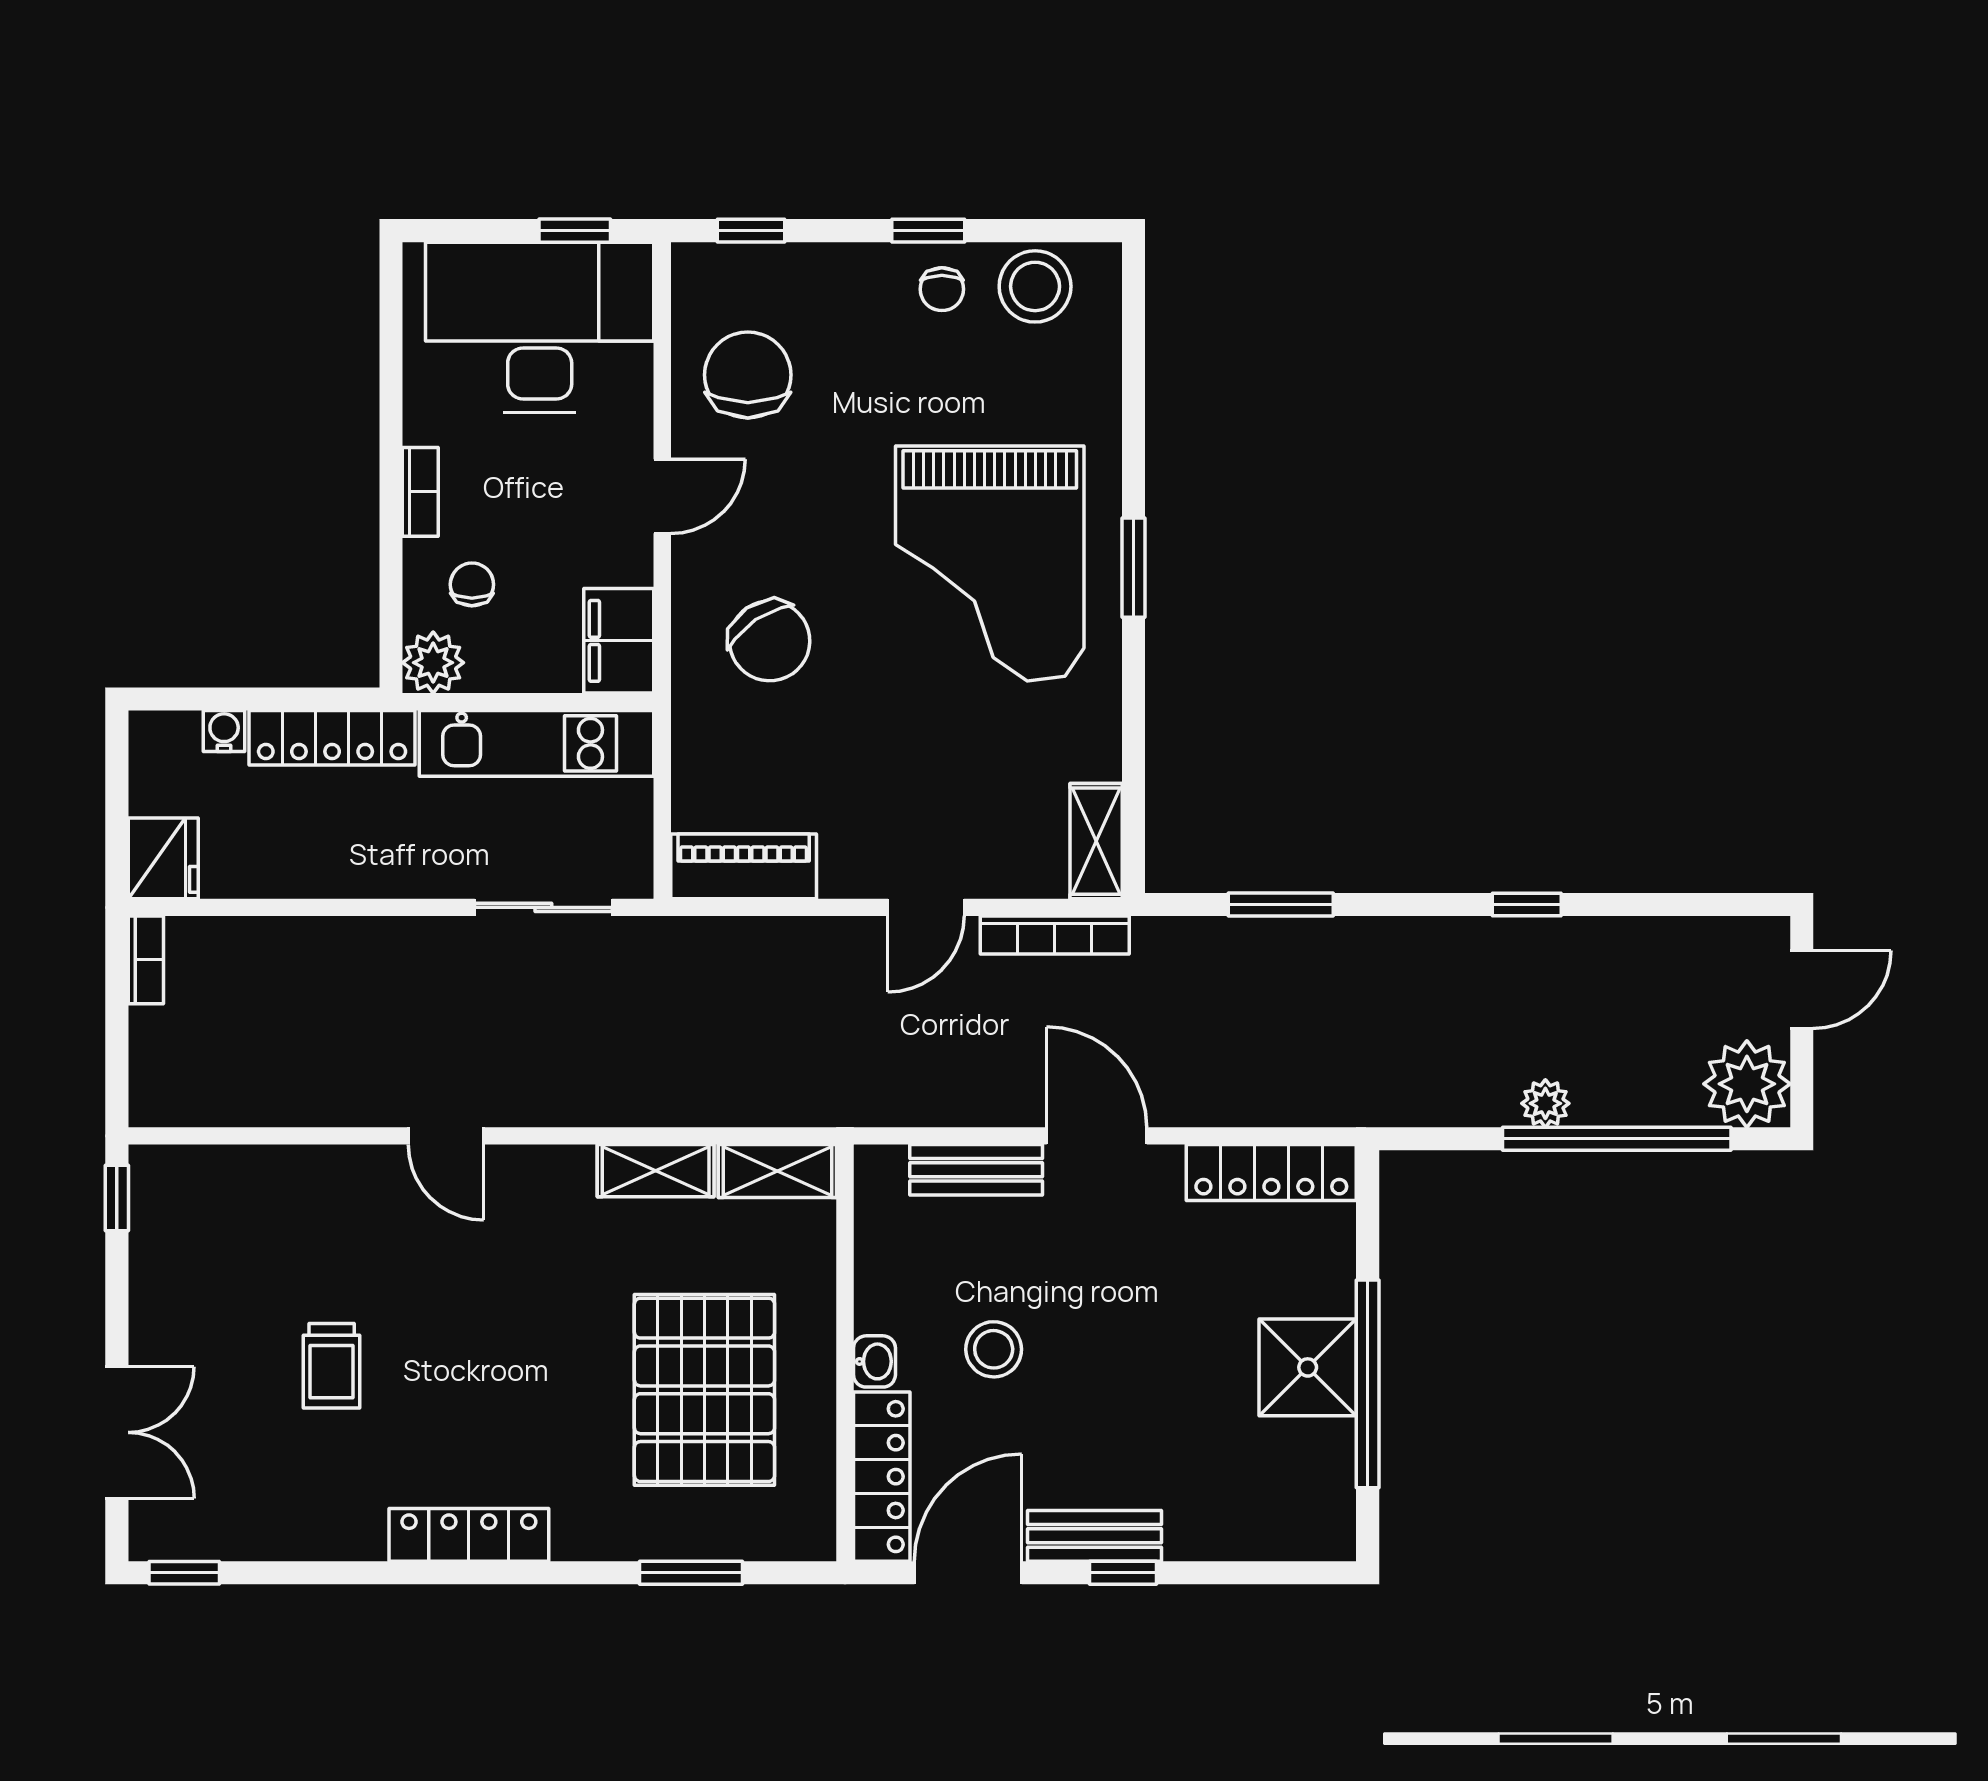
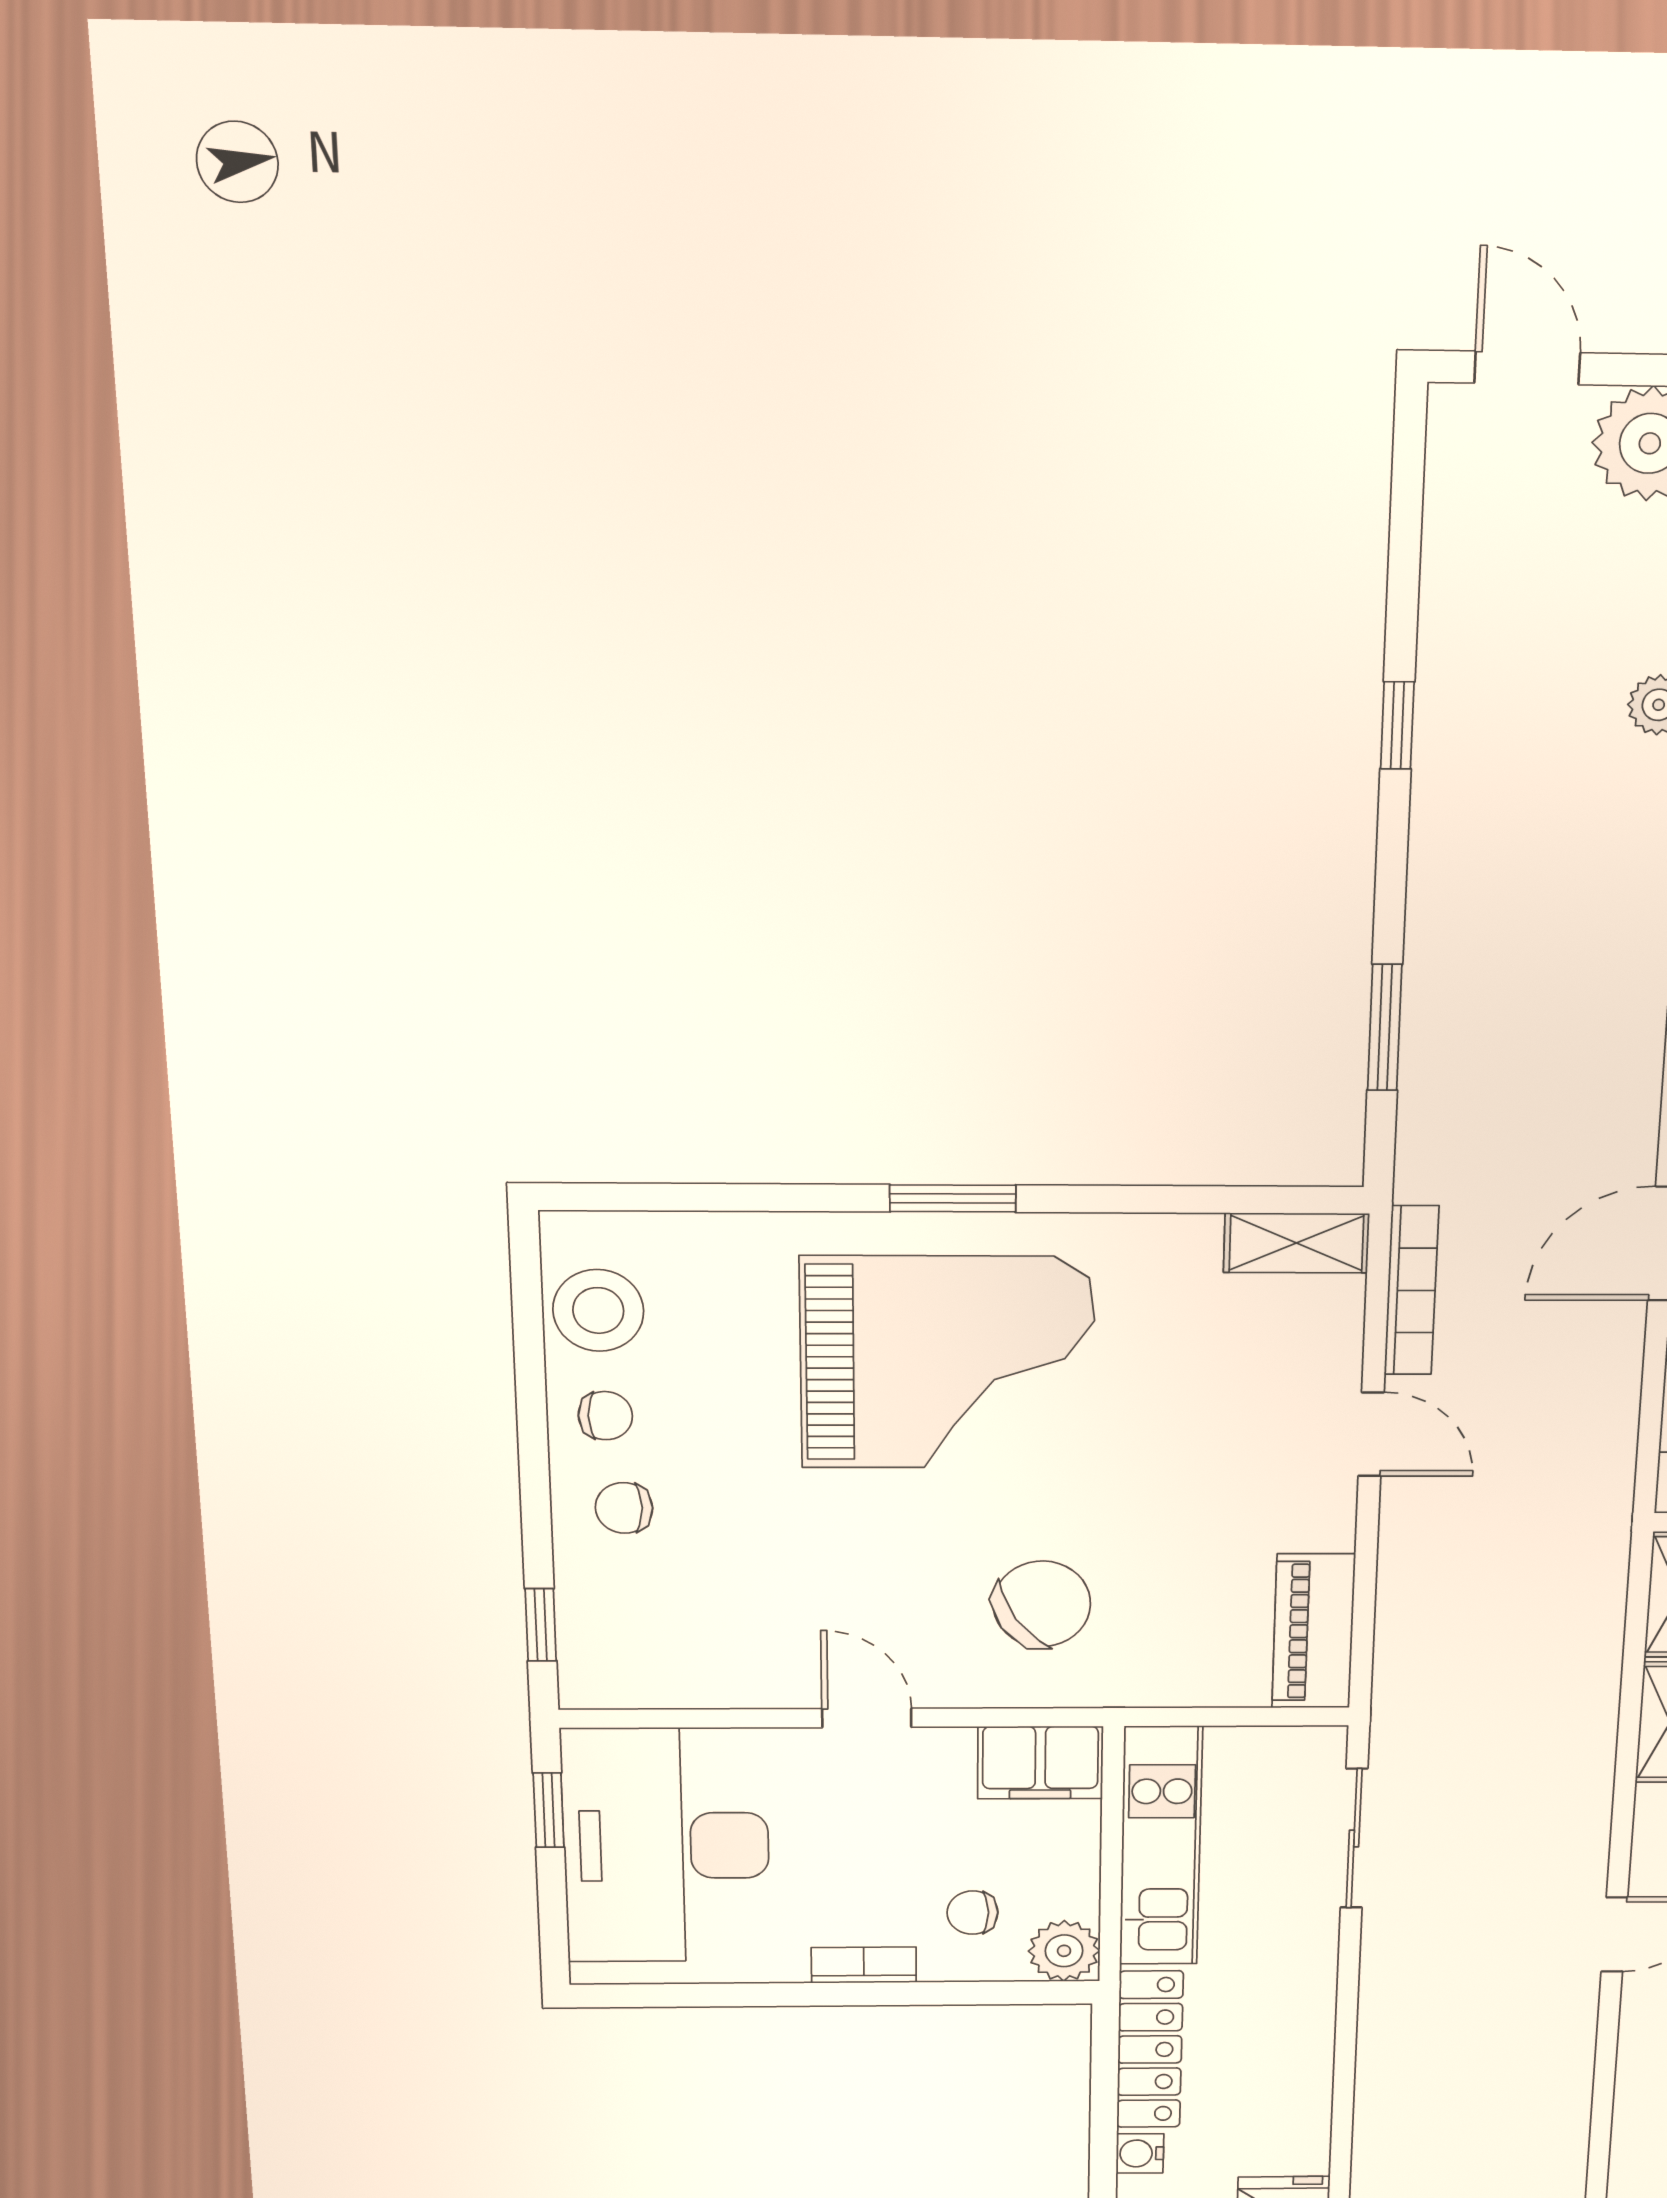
window: (928, 231) -> (533, 1431), removed
chair: (748, 375) -> (624, 1508), moved, width x0.54, depth x0.54

